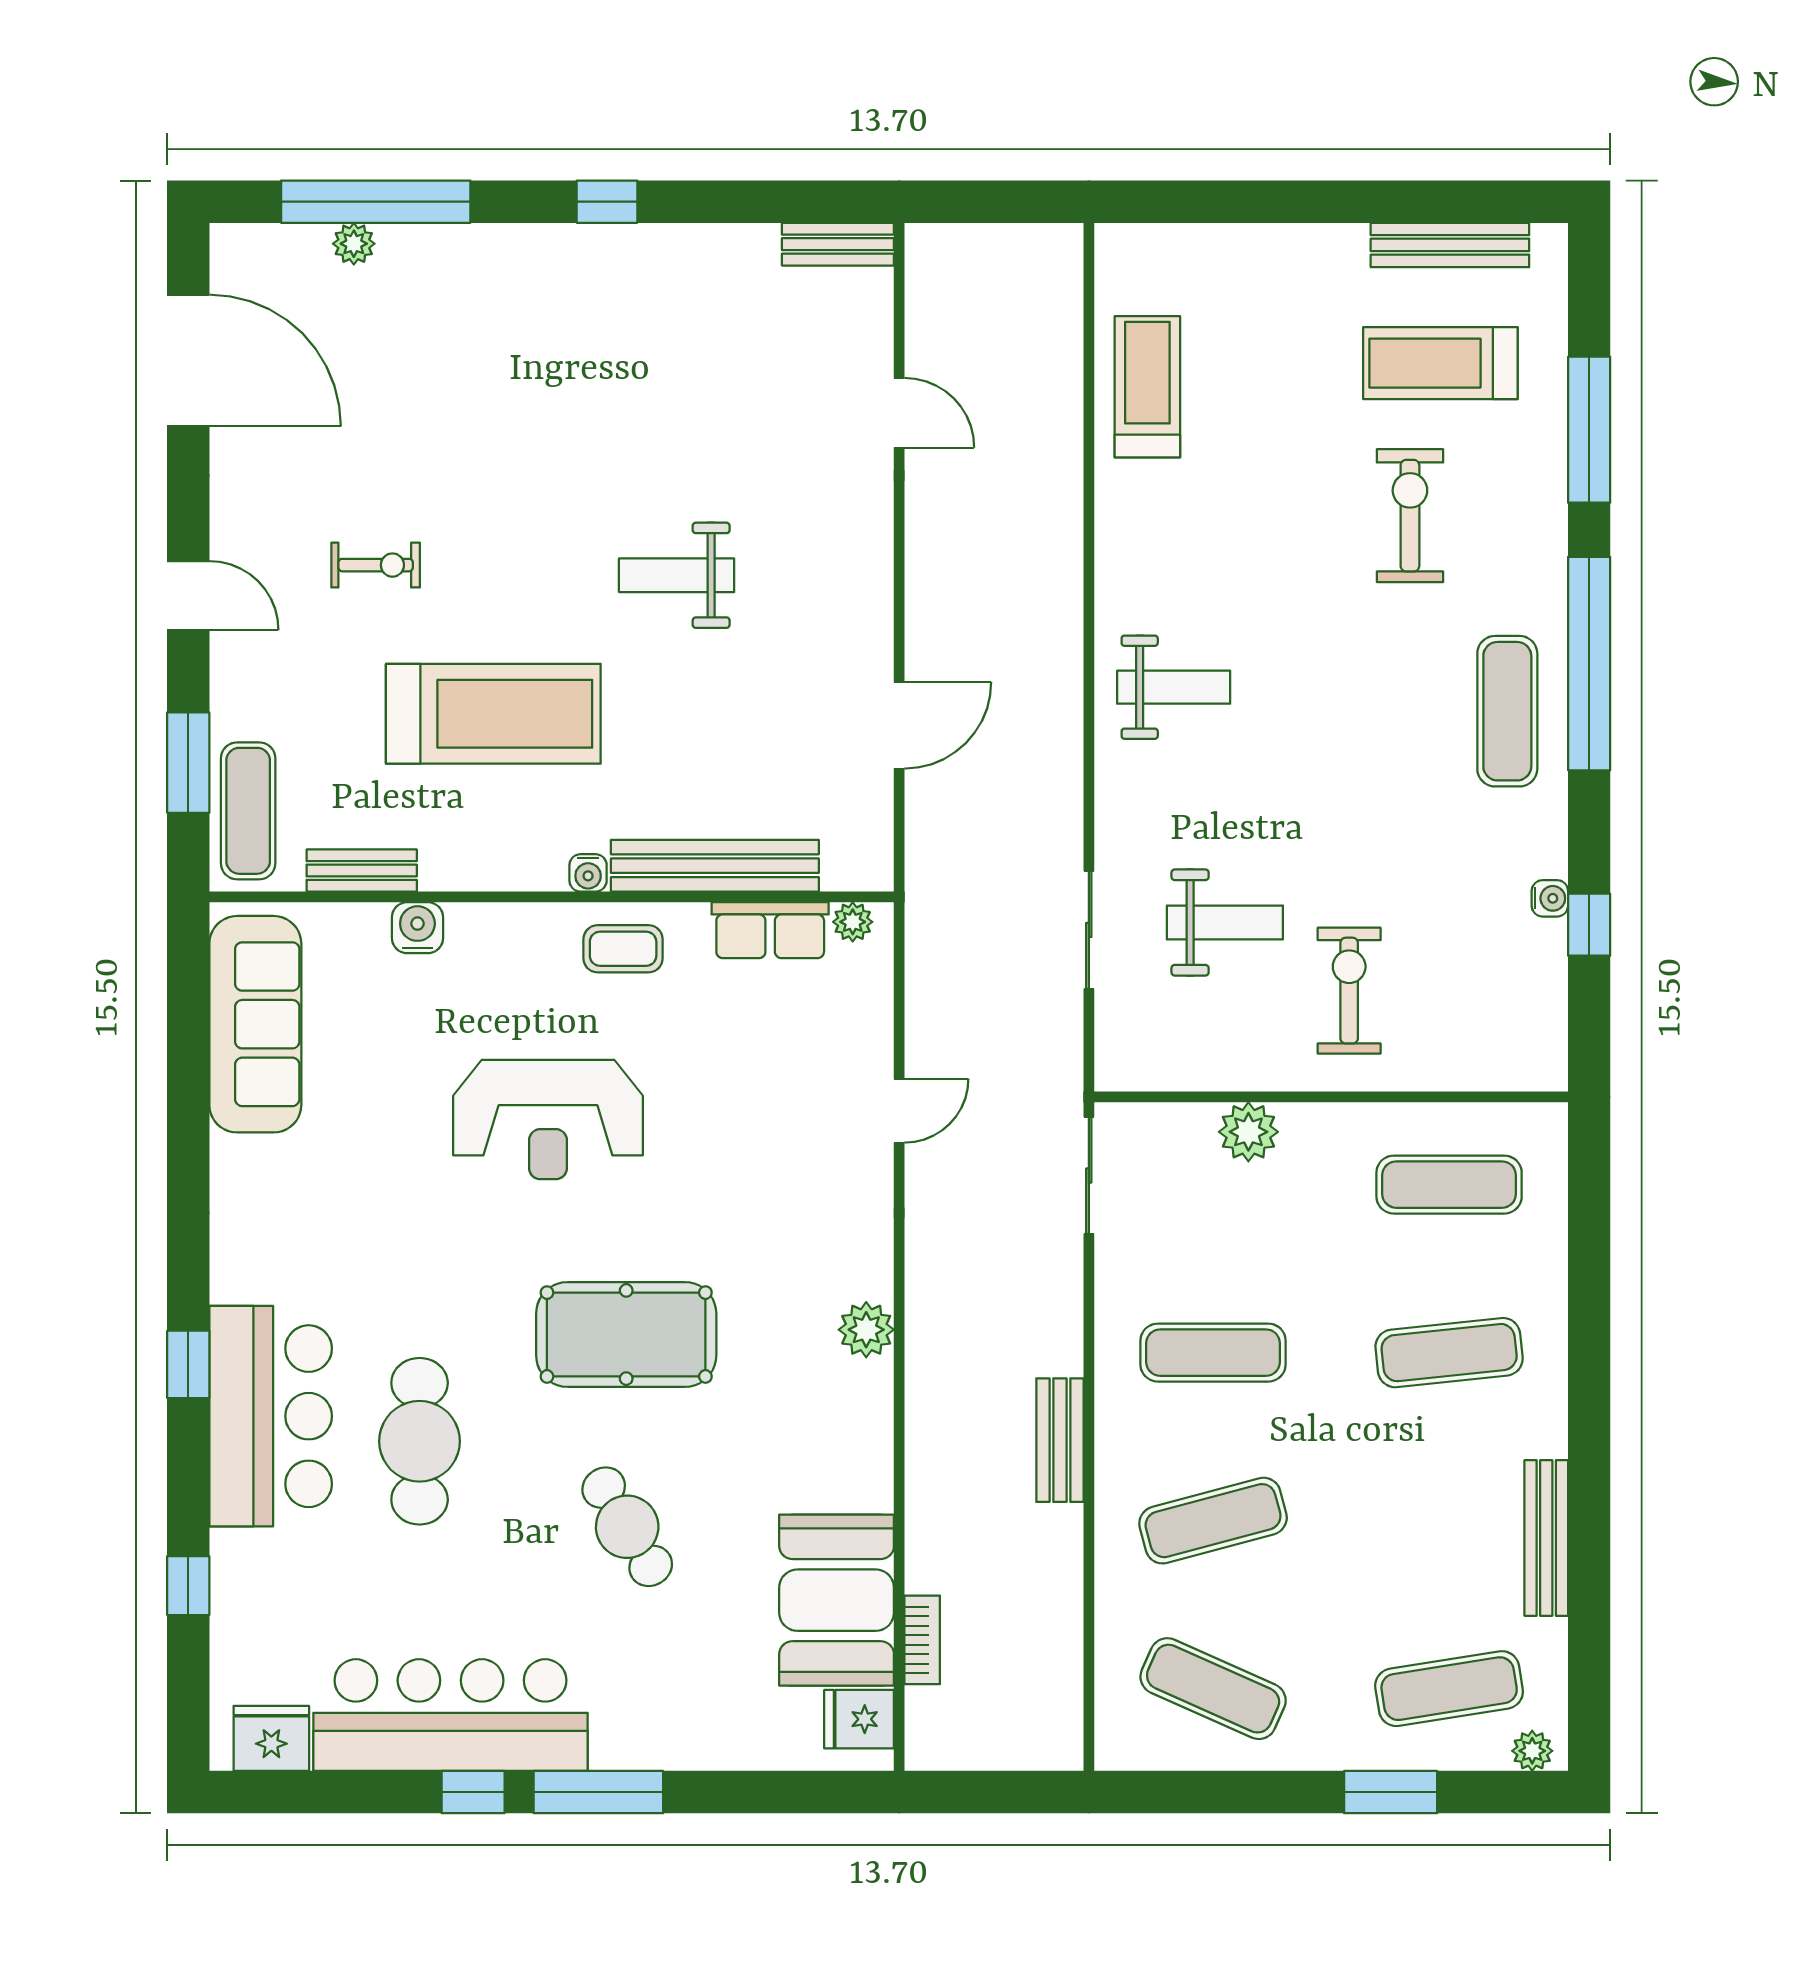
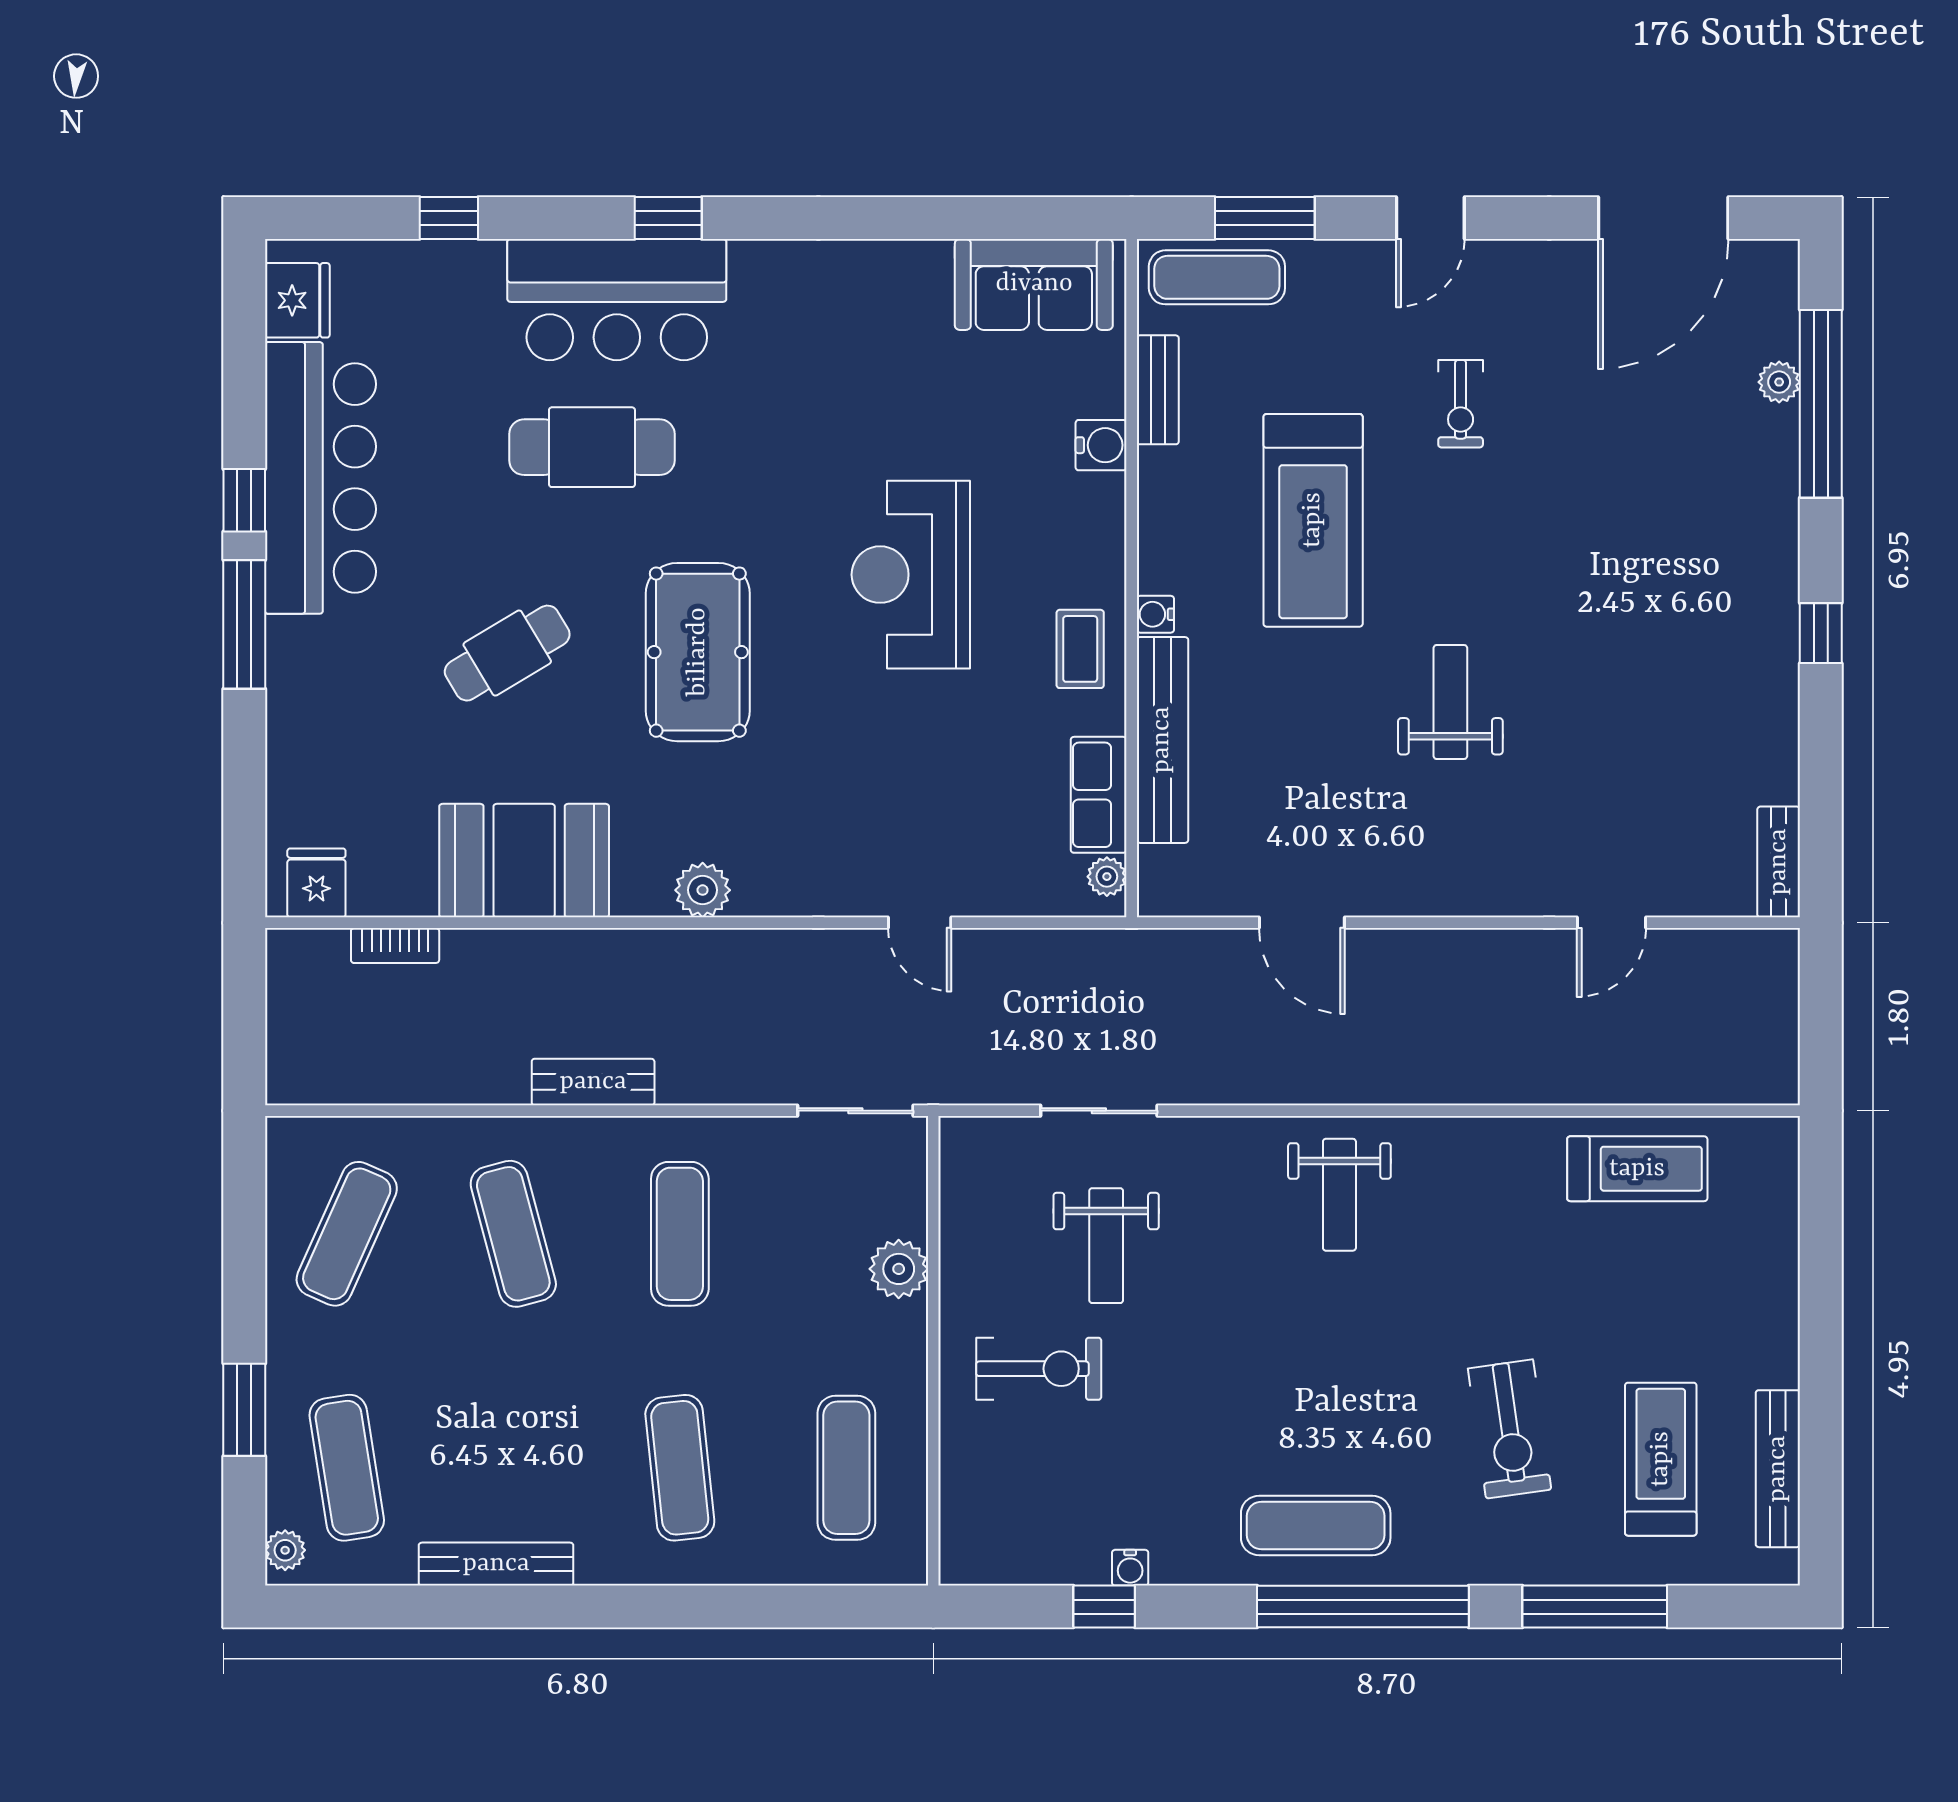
exercise bike: (1410, 516) -> (1510, 1429), turned 82
sofa: (255, 1024) -> (1034, 284), width x0.73
booth: (837, 1600) -> (524, 861), moved

